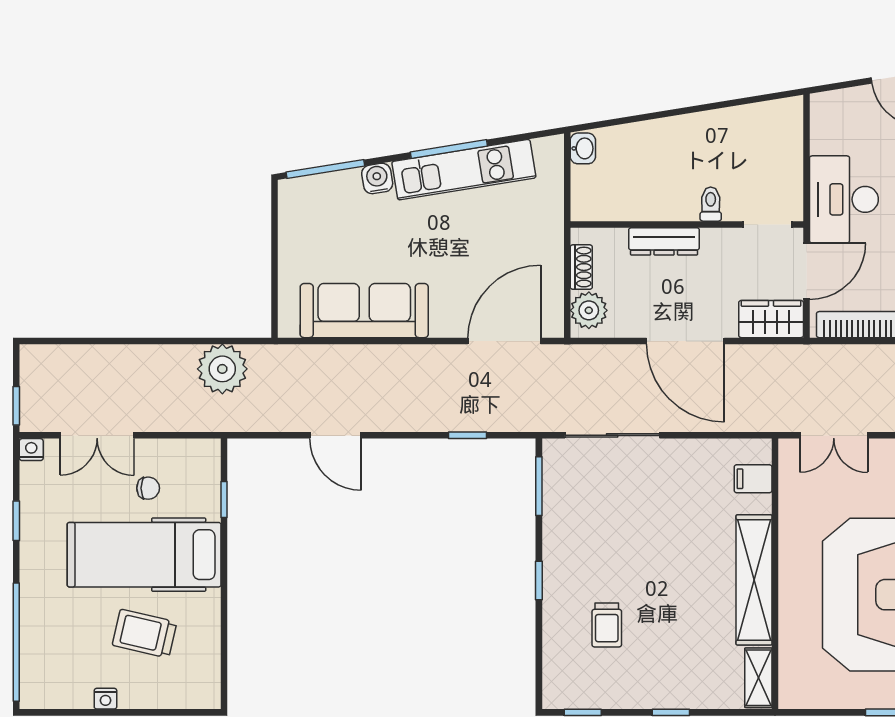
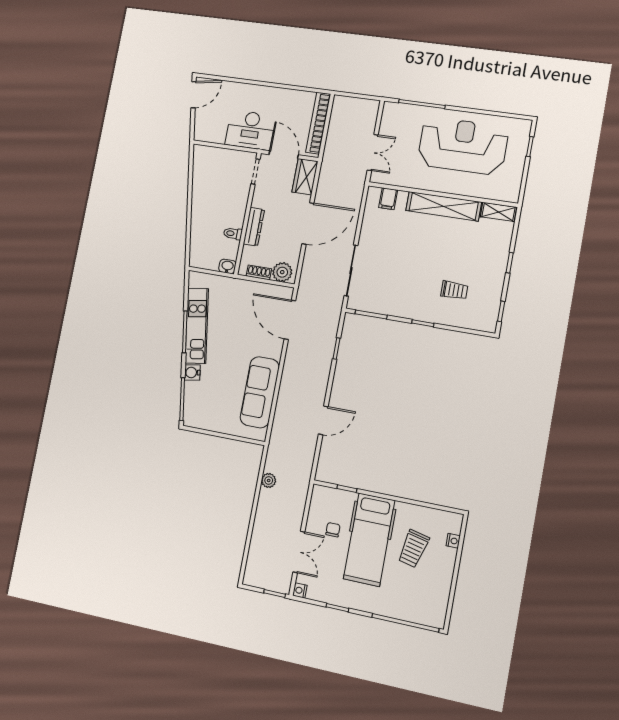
washbasin: (583, 148) -> (227, 266), moved
toilet: (711, 204) -> (233, 234), moved
plant: (222, 369) -> (269, 480), width x0.53, depth x0.53
nightstand: (105, 699) -> (453, 541), moved

